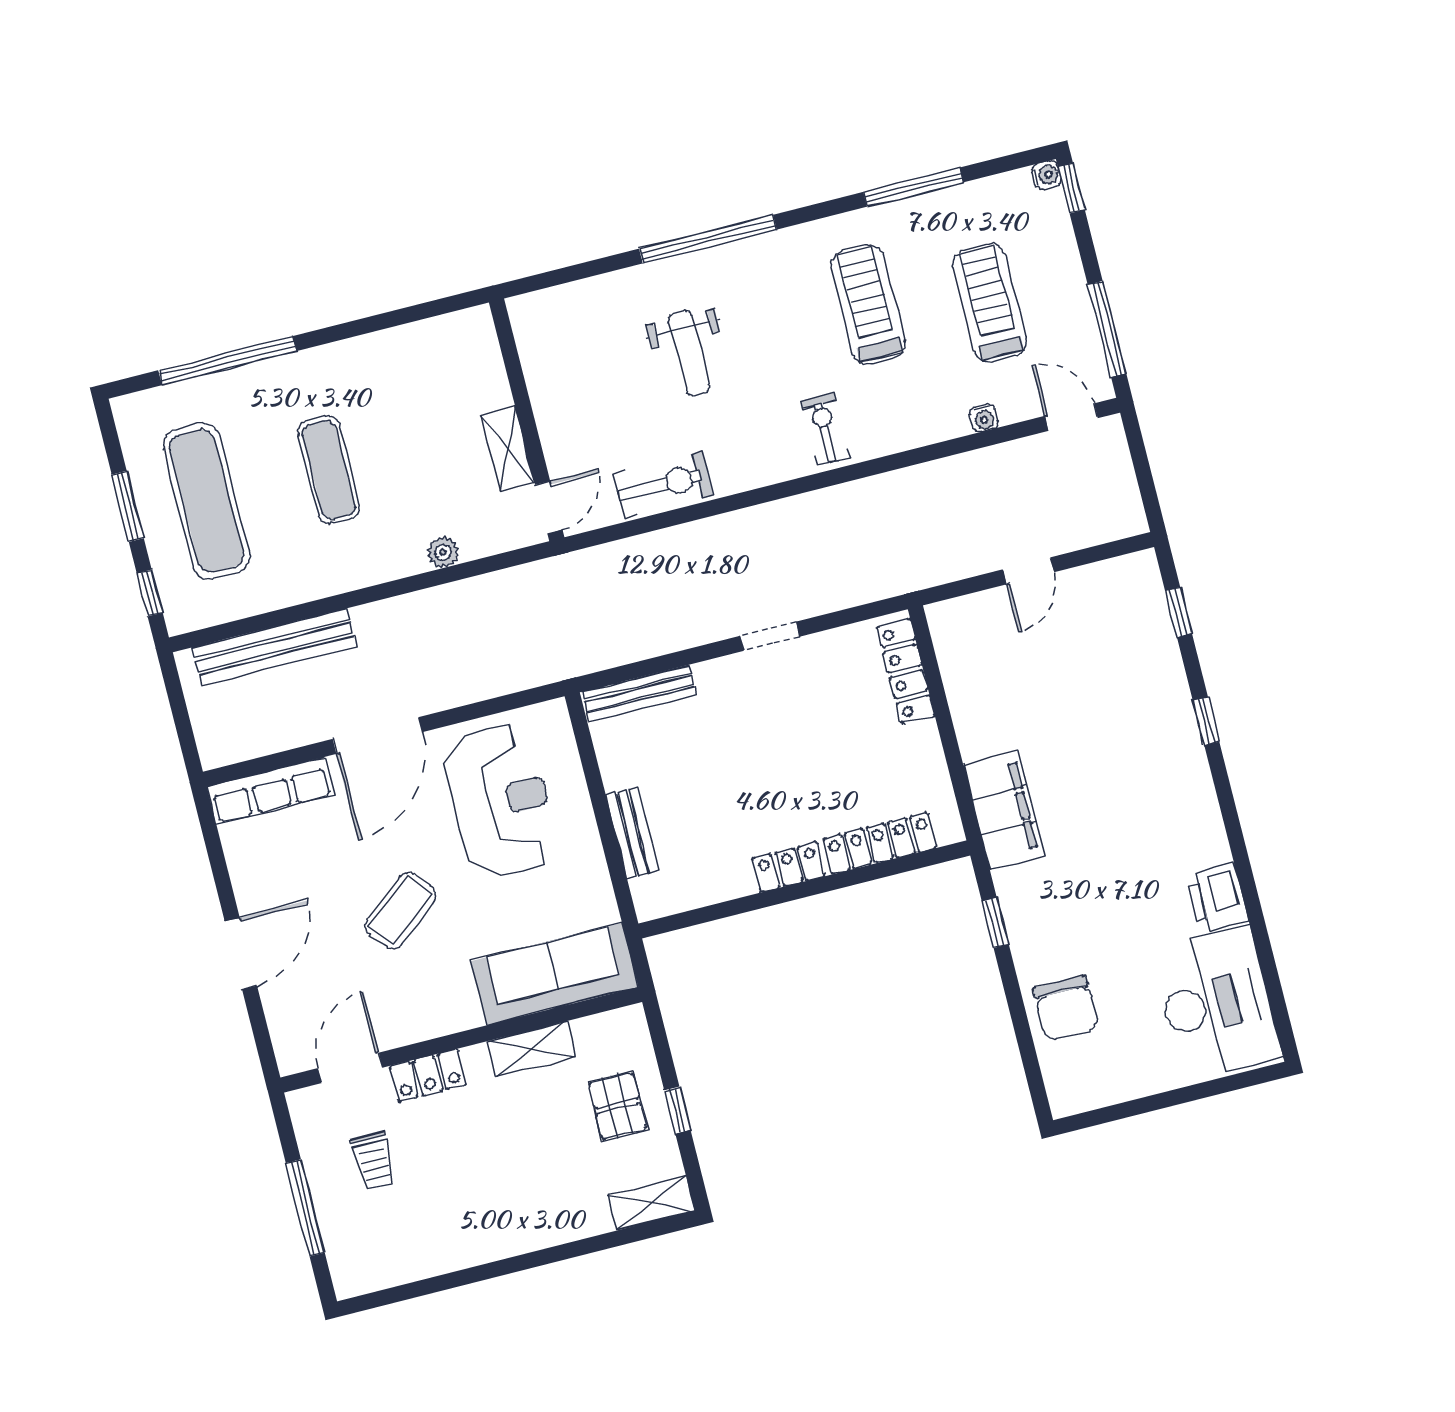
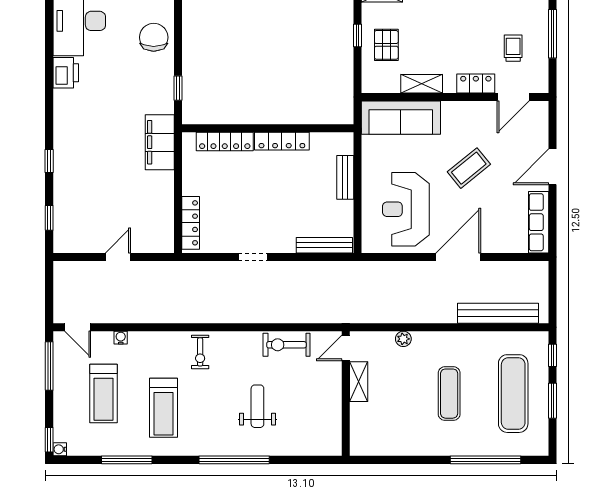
row of seats: (270, 791) -> (539, 222), moved, turned -90
locker: (789, 867) -> (282, 141), width x1.53

